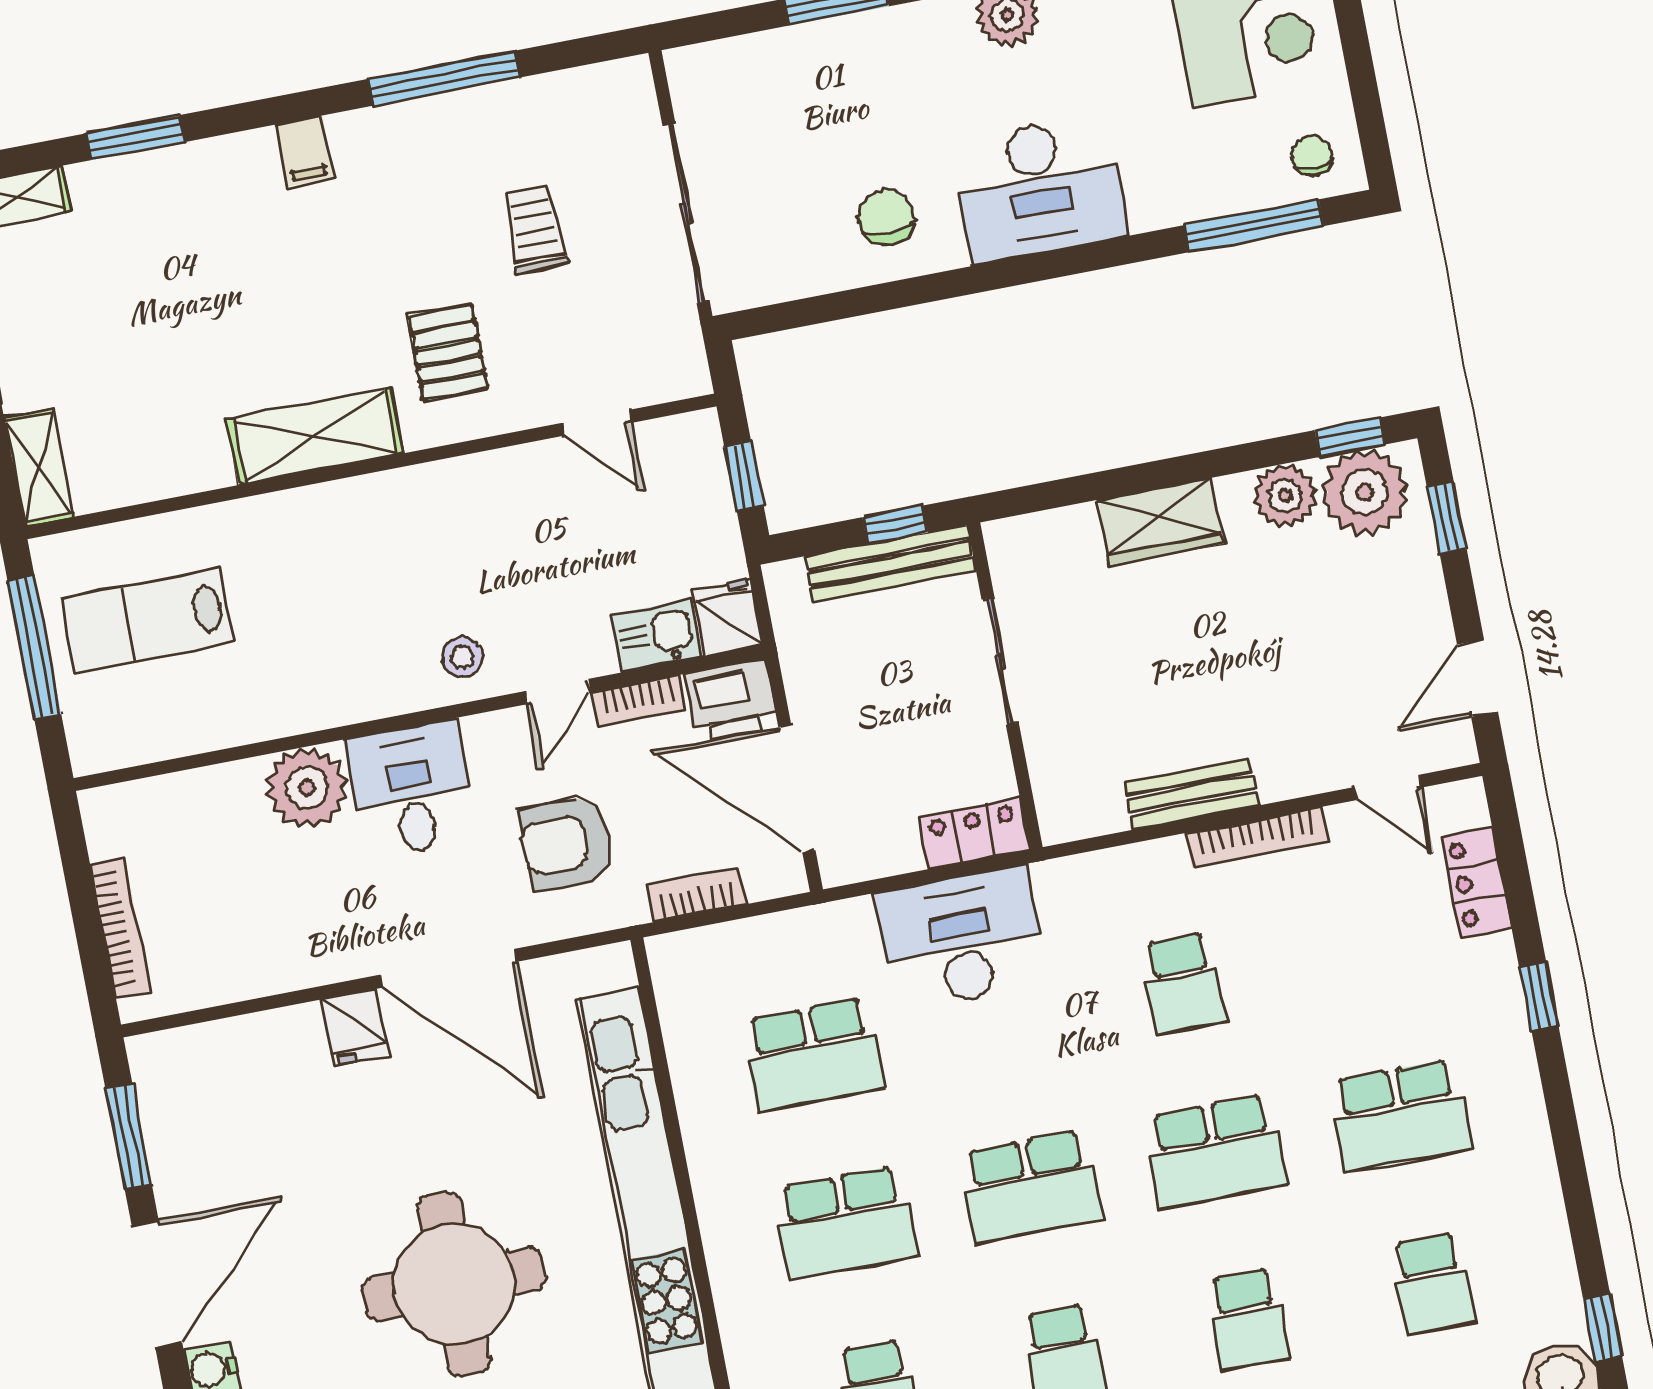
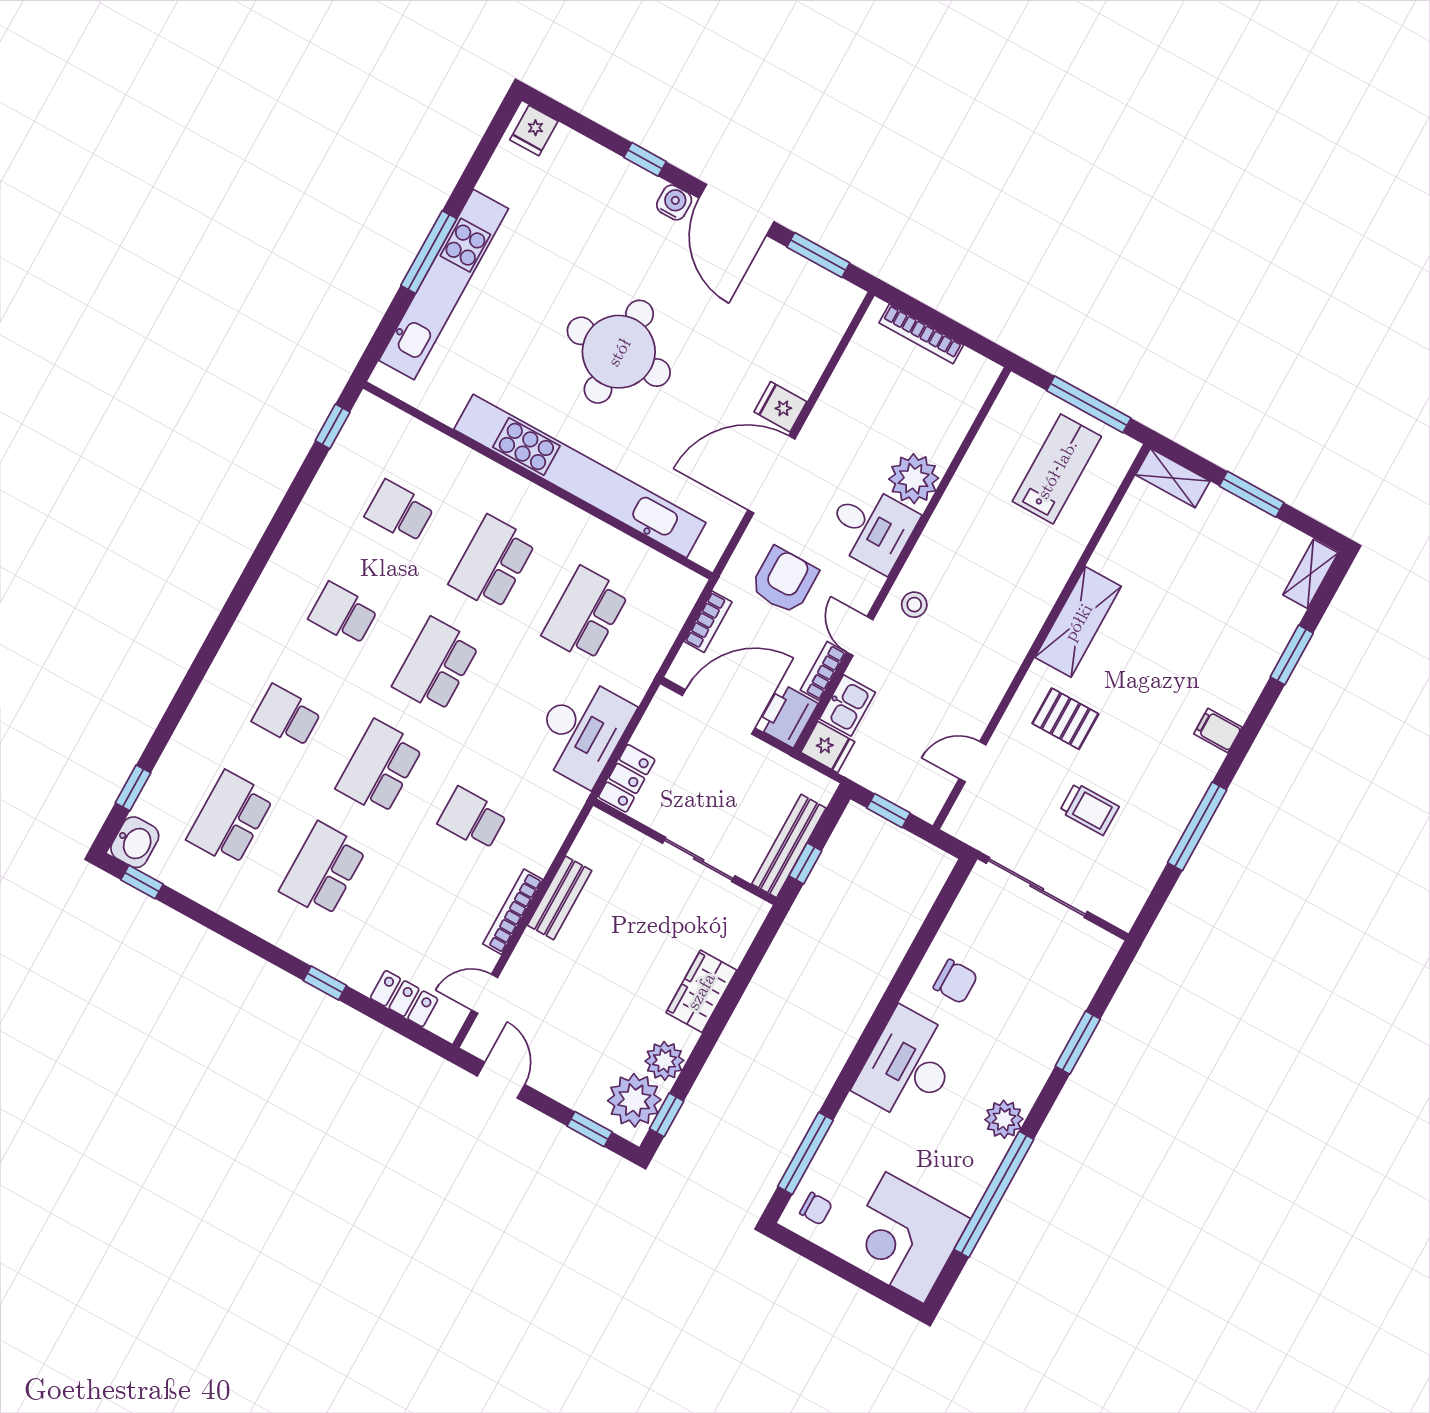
school desk: (1433, 1284) -> (230, 818), width x1.85

